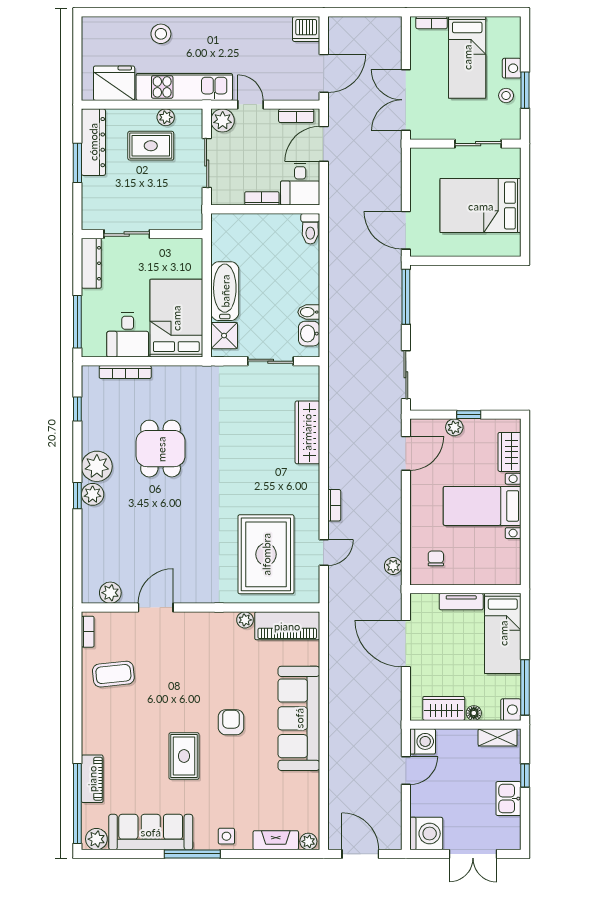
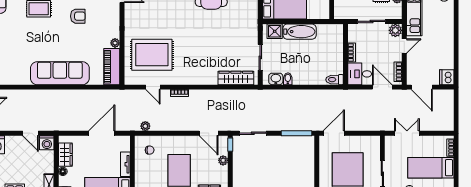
double door: (406, 100) -> (407, 133), width x0.73
window: (469, 415) -> (230, 145), moved
wardrobe: (307, 432) -> (236, 78), moved
armchair: (231, 722) -> (78, 16), moved

